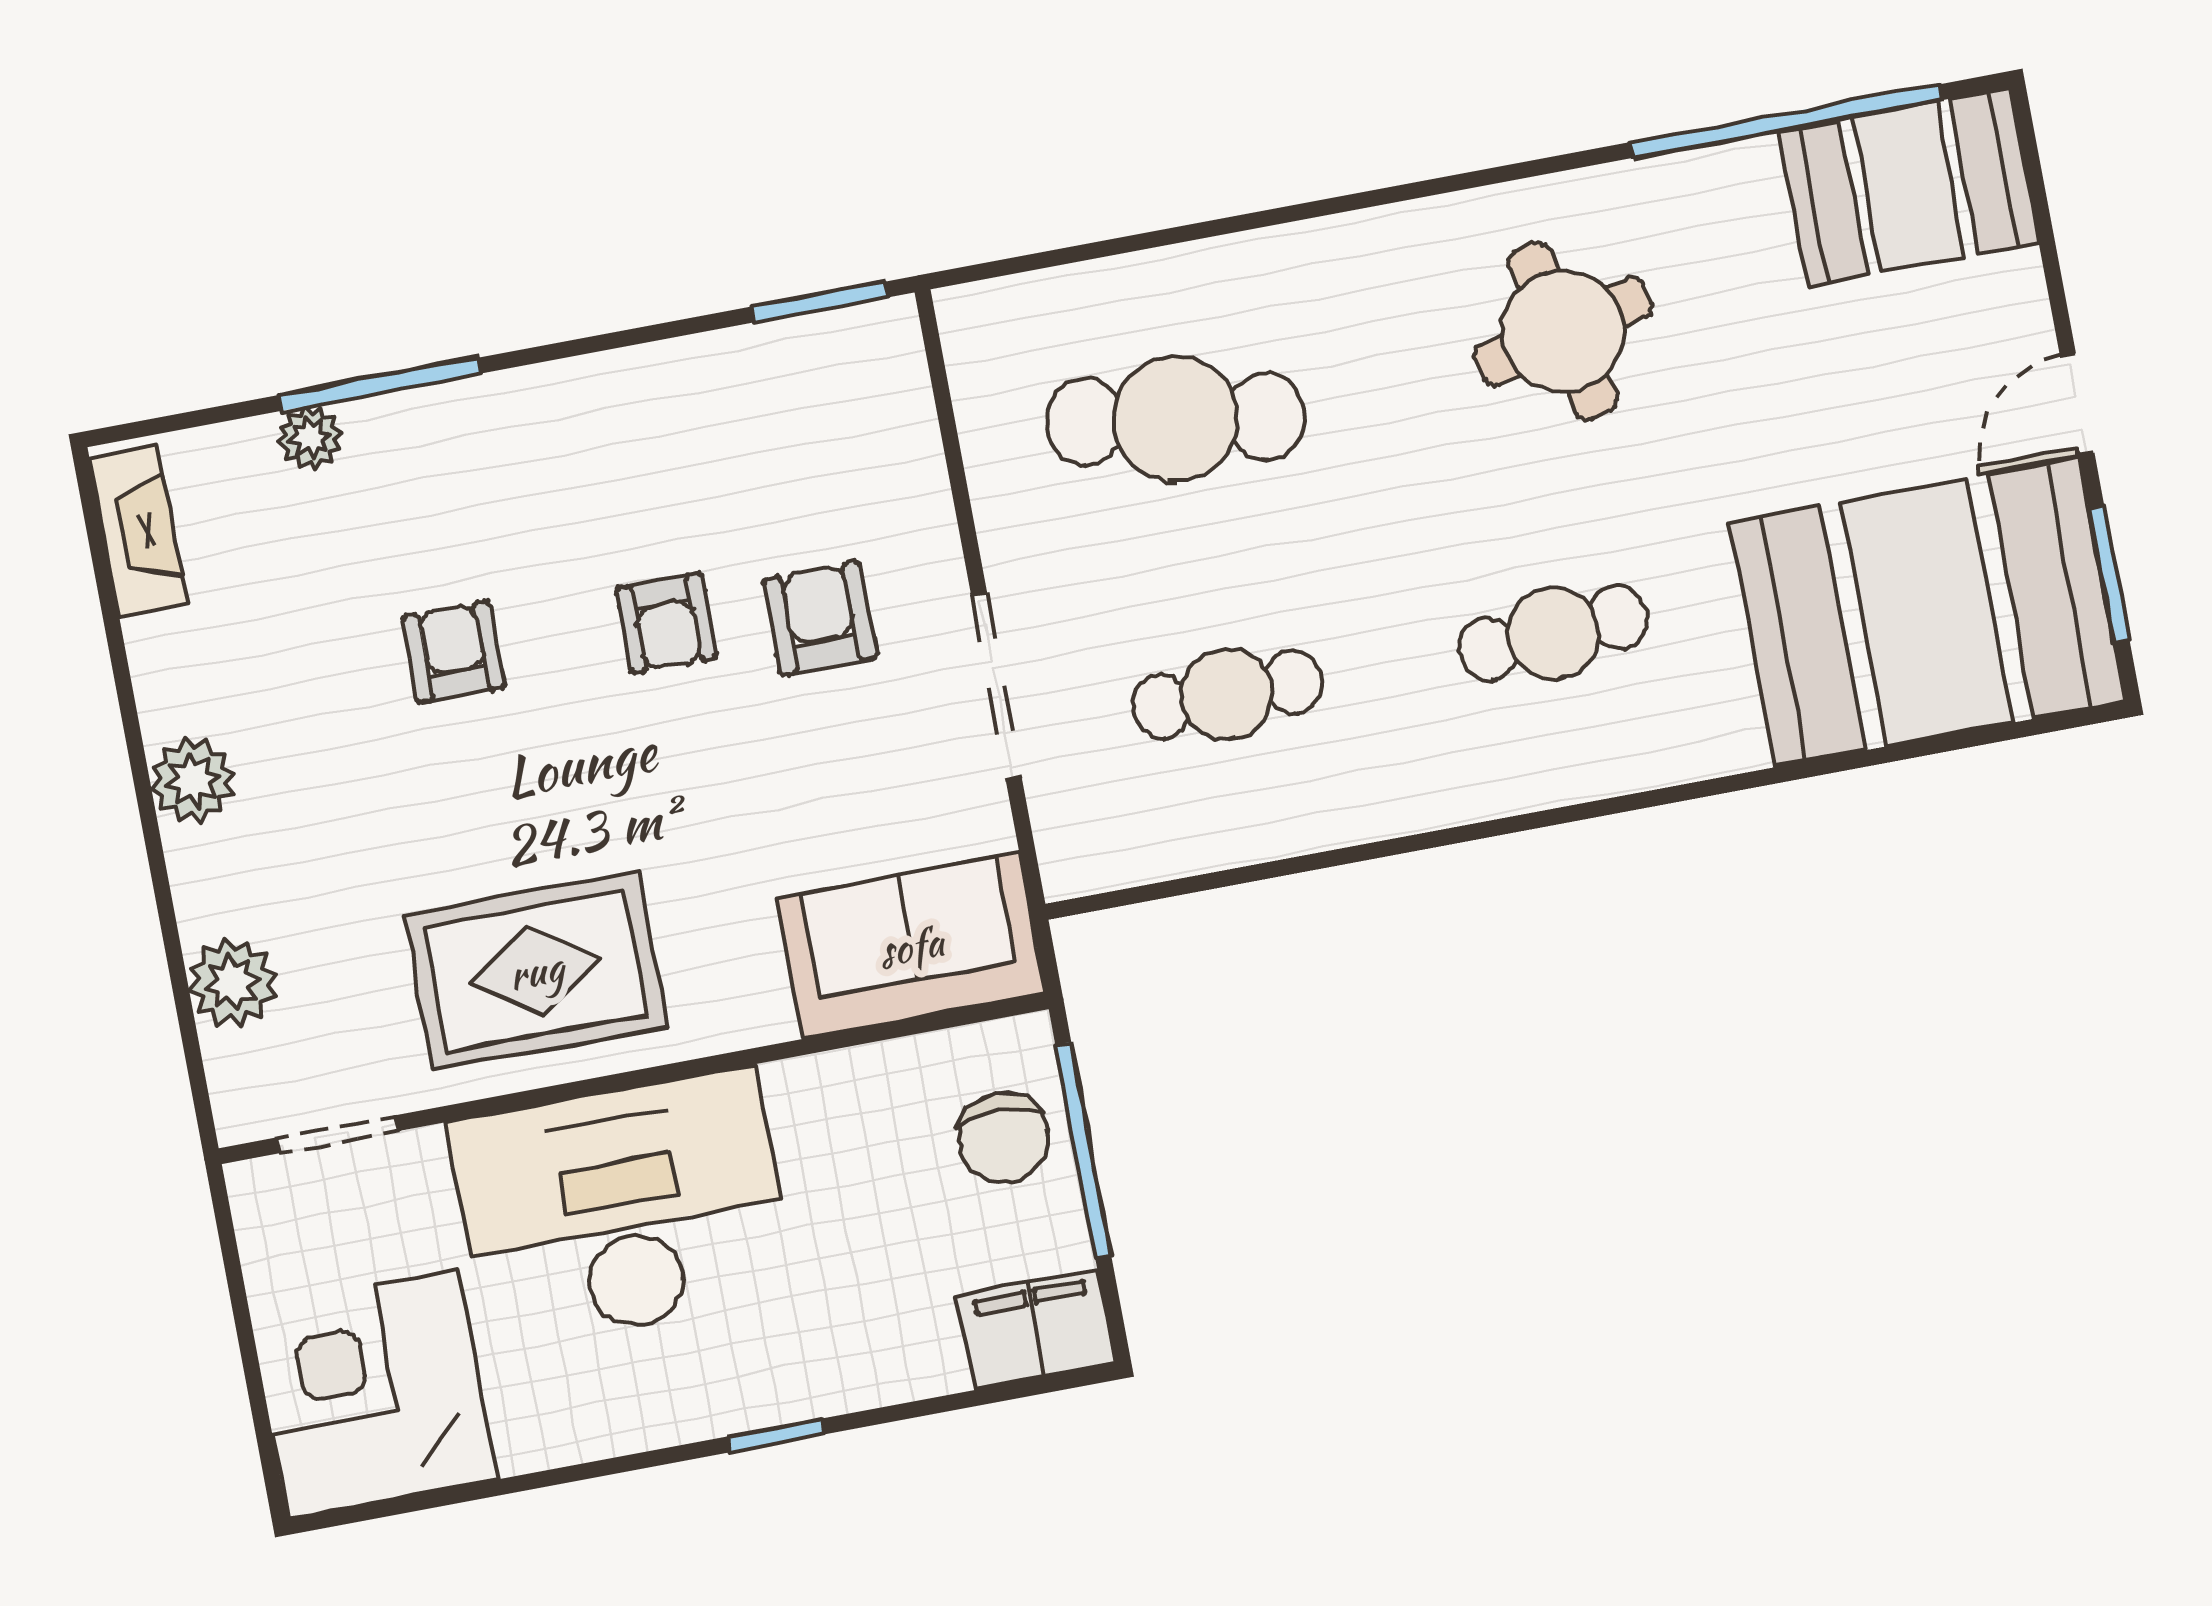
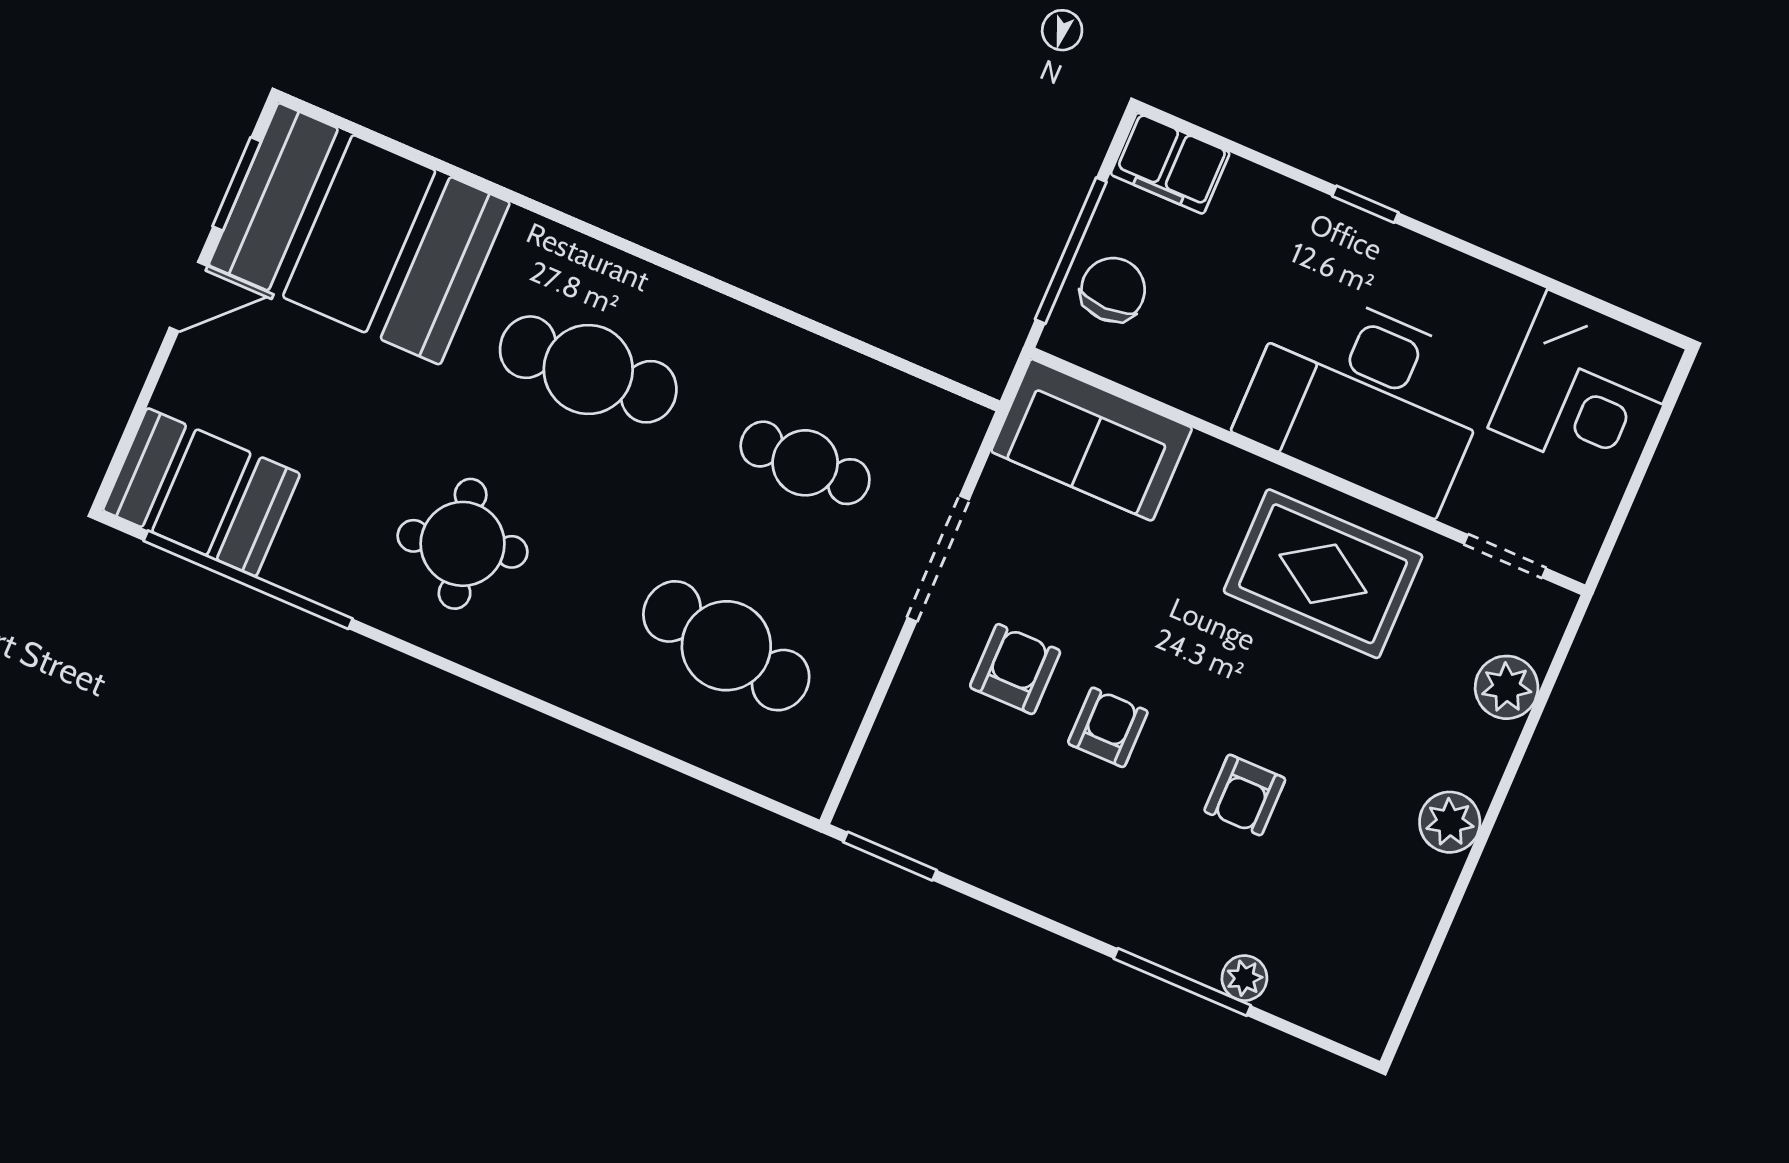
fireplace: (138, 531) -> (1383, 991), removed
armchair: (820, 618) -> (1015, 669), turned 180
cafe table: (1553, 633) -> (588, 369), width x1.37, depth x1.35

